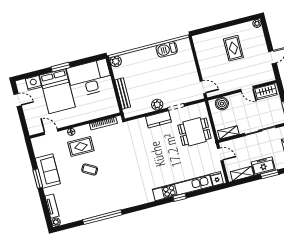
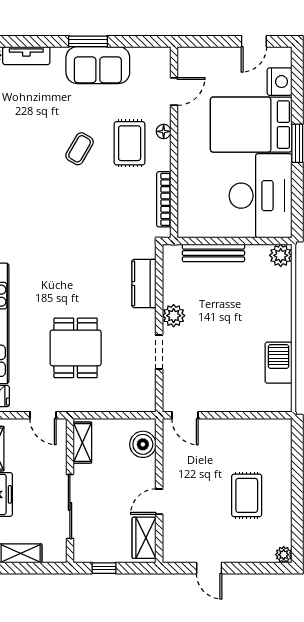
rug: (233, 48) -> (247, 495), turned 90
door: (203, 87) -> (185, 415), hinge flipped
kitchen counter: (158, 119) -> (144, 283), moved
dining table: (195, 132) -> (76, 348), moved
door: (220, 154) -> (43, 415), hinge flipped

